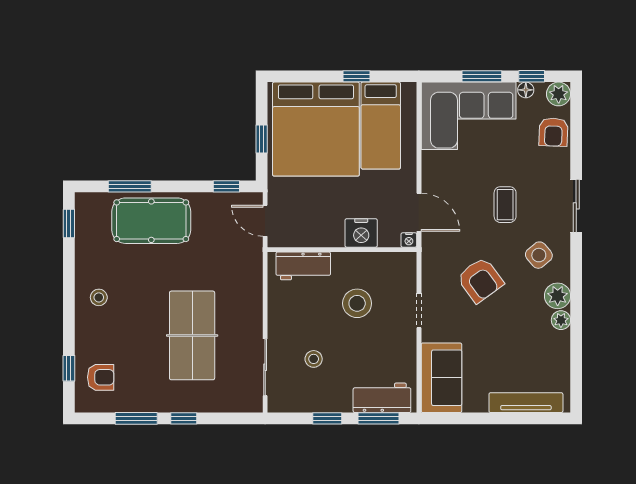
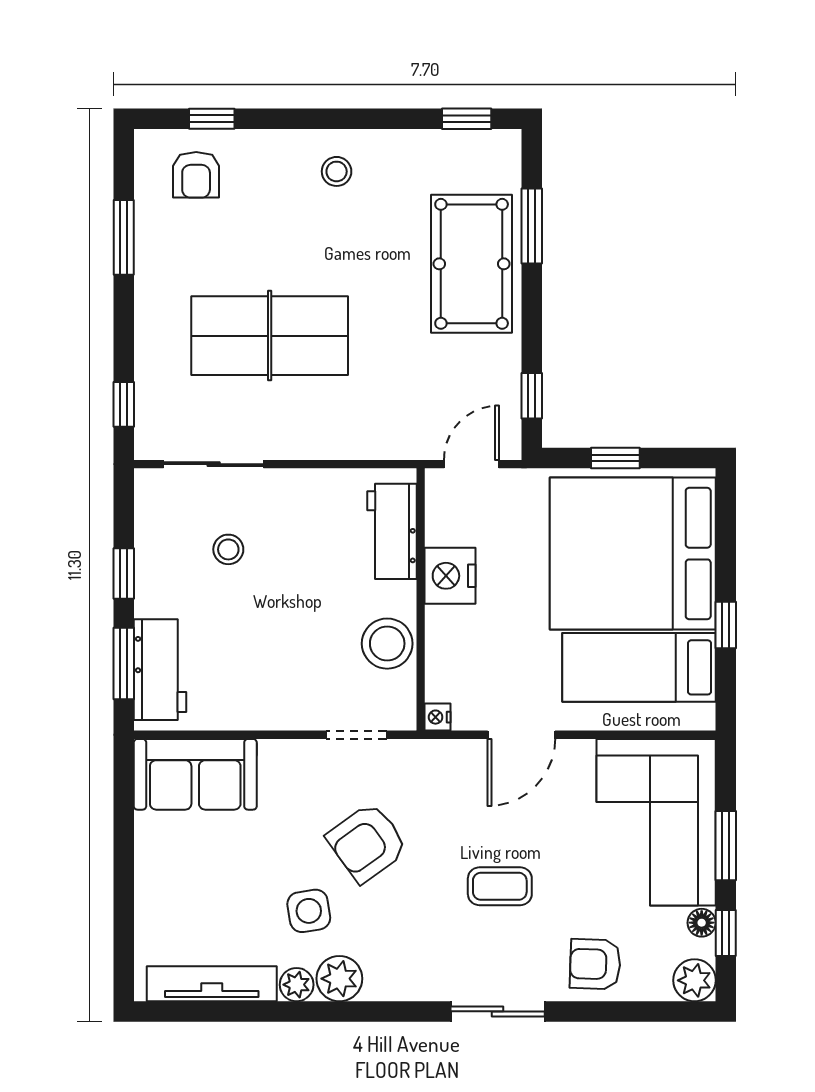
armchair: (553, 132) -> (595, 964), moved
door: (419, 212) -> (521, 735), moved
nightstand: (361, 233) -> (450, 576), moved
side table: (539, 255) -> (309, 911), moved, turned 31
stool: (357, 303) -> (387, 644), moved
doorway: (419, 311) -> (356, 735), moved
tv unit: (526, 403) -> (212, 984), moved, turned -90
window: (184, 418) -> (124, 404), moved

